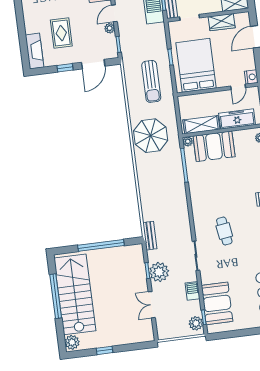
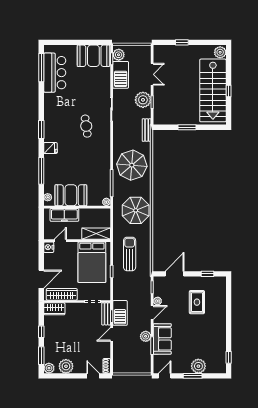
wardrobe: (222, 22) -> (62, 294), width x1.50
fireplace: (35, 51) -> (220, 290), removed
window: (65, 68) -> (208, 274), moved
shelving: (201, 125) -> (96, 234), moved
booth: (214, 146) -> (71, 195), moved
parasol: (162, 190) -> (132, 165), added
window: (101, 245) -> (187, 127), width x0.47
barbecue: (193, 291) -> (121, 75), width x1.88, depth x1.53
window: (56, 296) -> (229, 91), width x0.32
booth: (217, 303) -> (93, 56), moved, turned 90
window: (105, 350) -> (182, 42), moved

